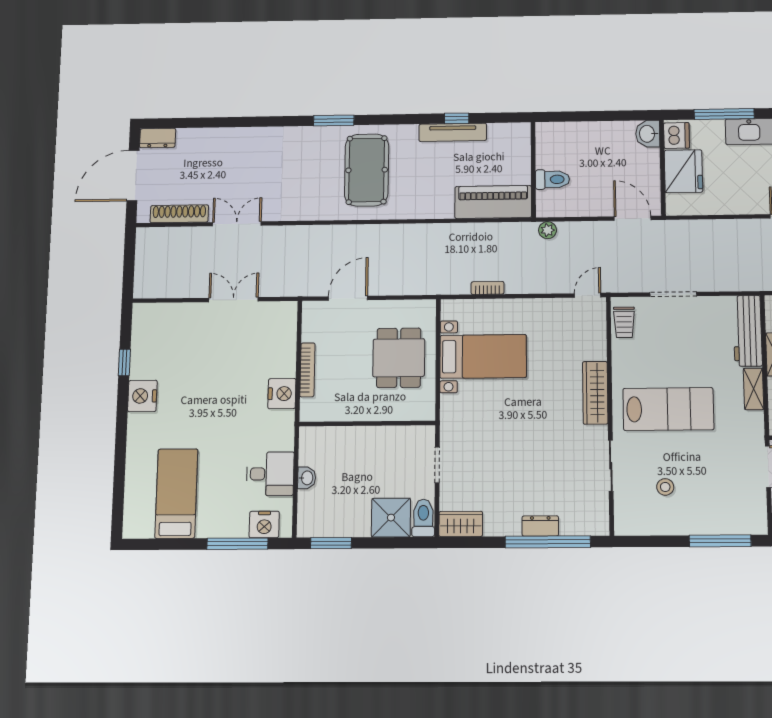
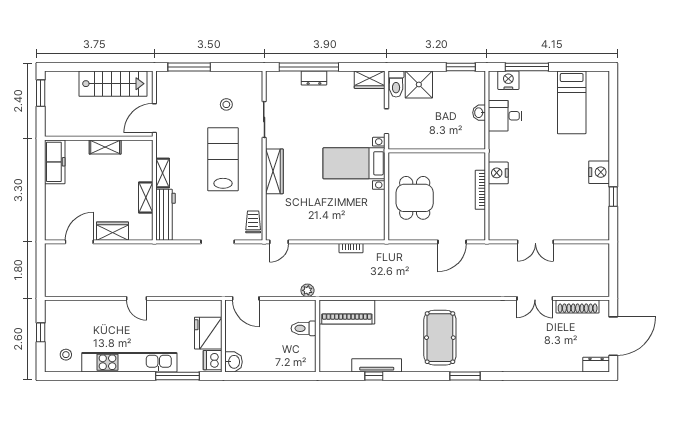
bed with nightstands: (483, 356) -> (354, 163), moved
lab bench: (668, 409) -> (223, 159), turned 90

